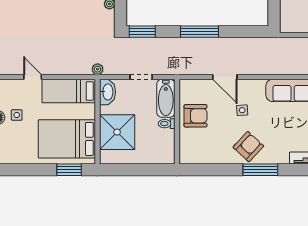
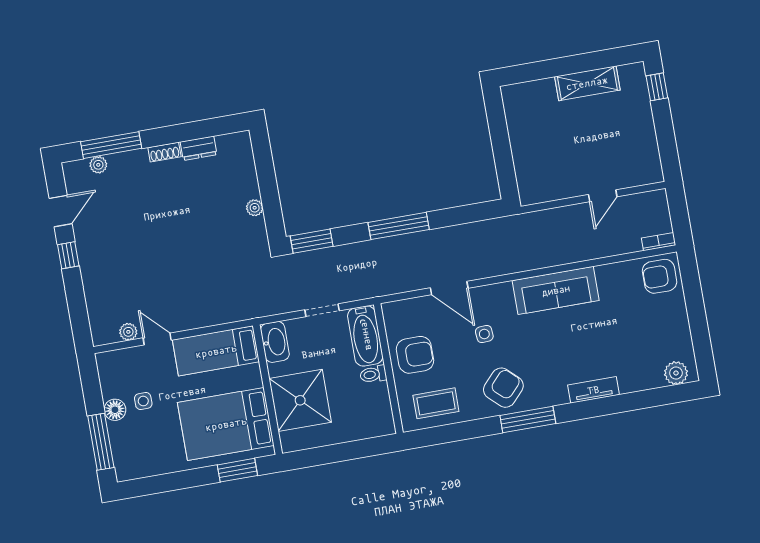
plant: (98, 69) -> (128, 332), moved
coffee table: (203, 149) -> (436, 403), added

